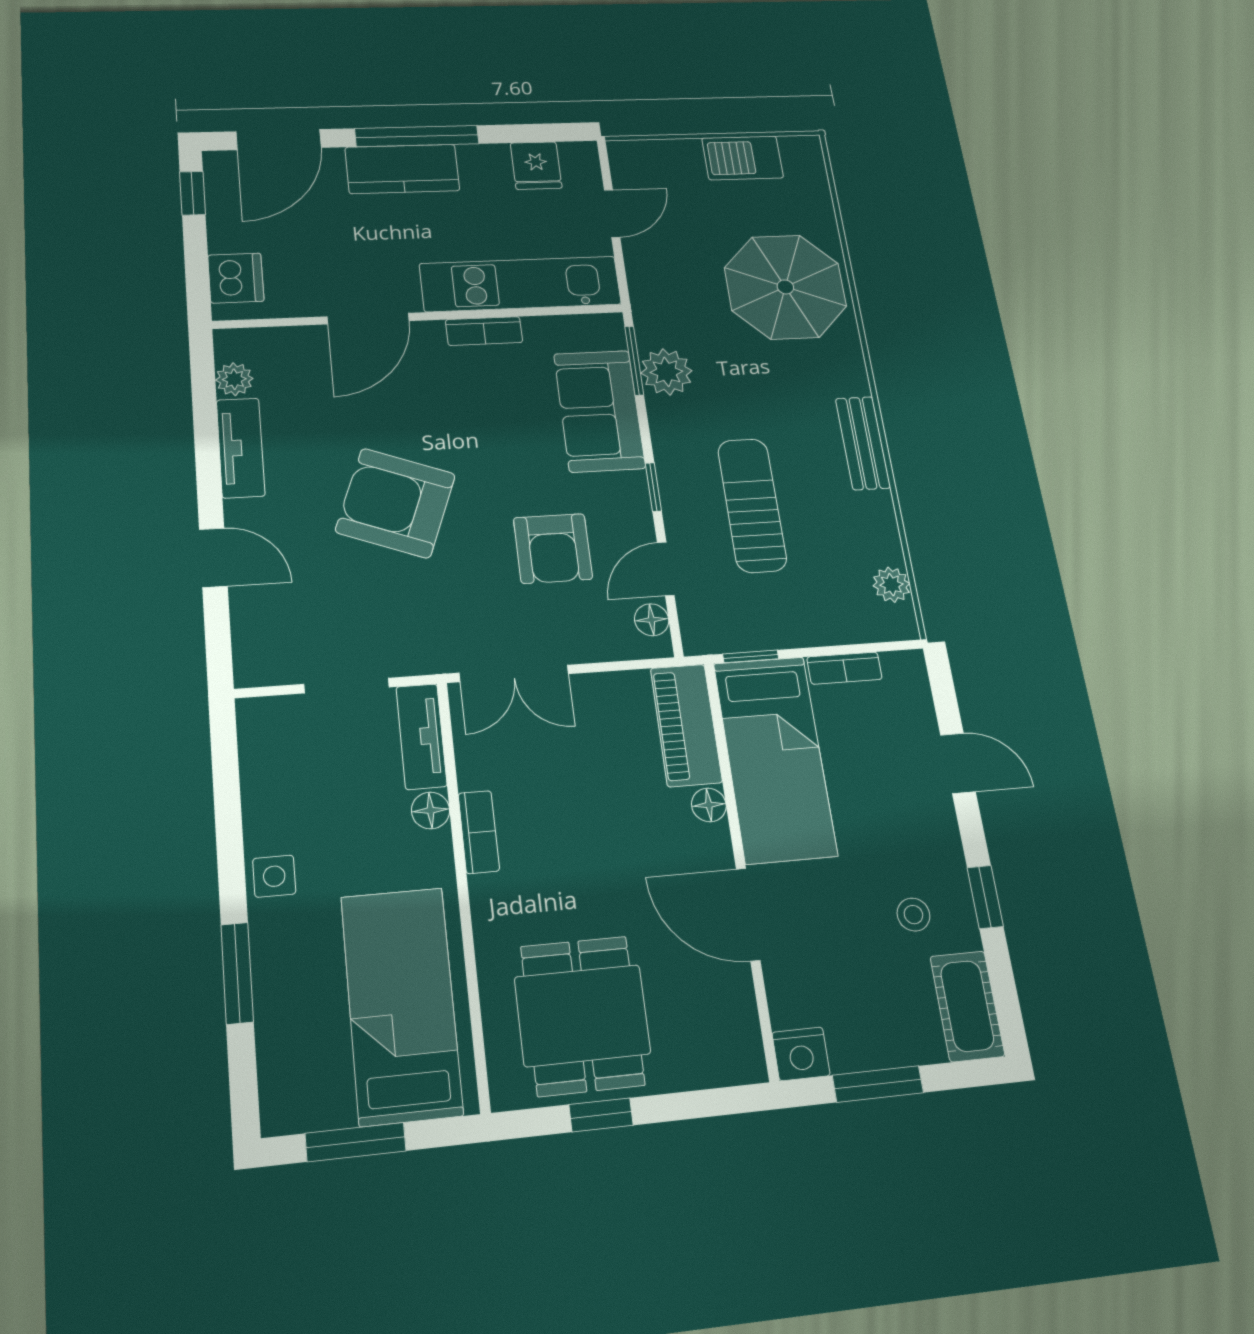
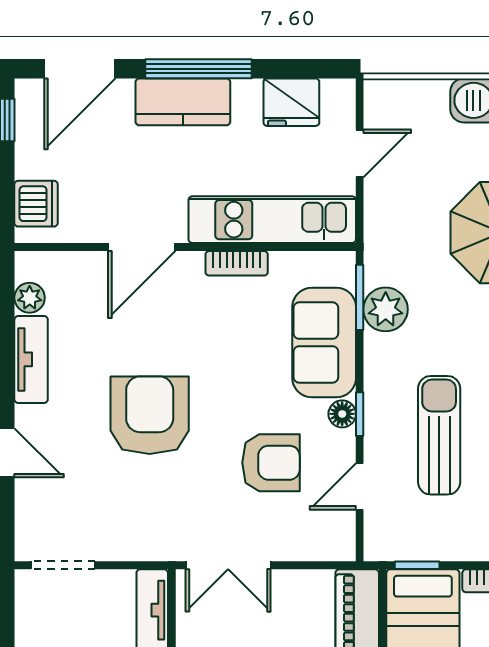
fridge: (536, 165) -> (291, 102), width x1.38
armchair: (396, 503) -> (150, 415), turned 69
armchair: (553, 548) -> (271, 463), turned -90
floor lamp: (652, 620) -> (342, 414), moved
doorway: (347, 686) -> (63, 565), moved

